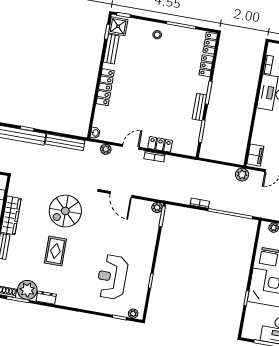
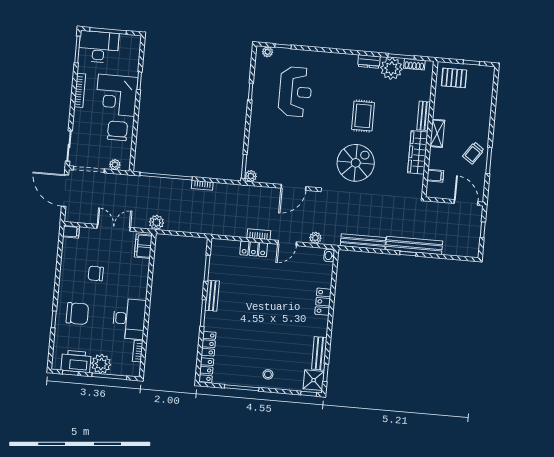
locker: (105, 87) -> (323, 302), width x0.66
door: (121, 194) -> (293, 187), swing flipped

